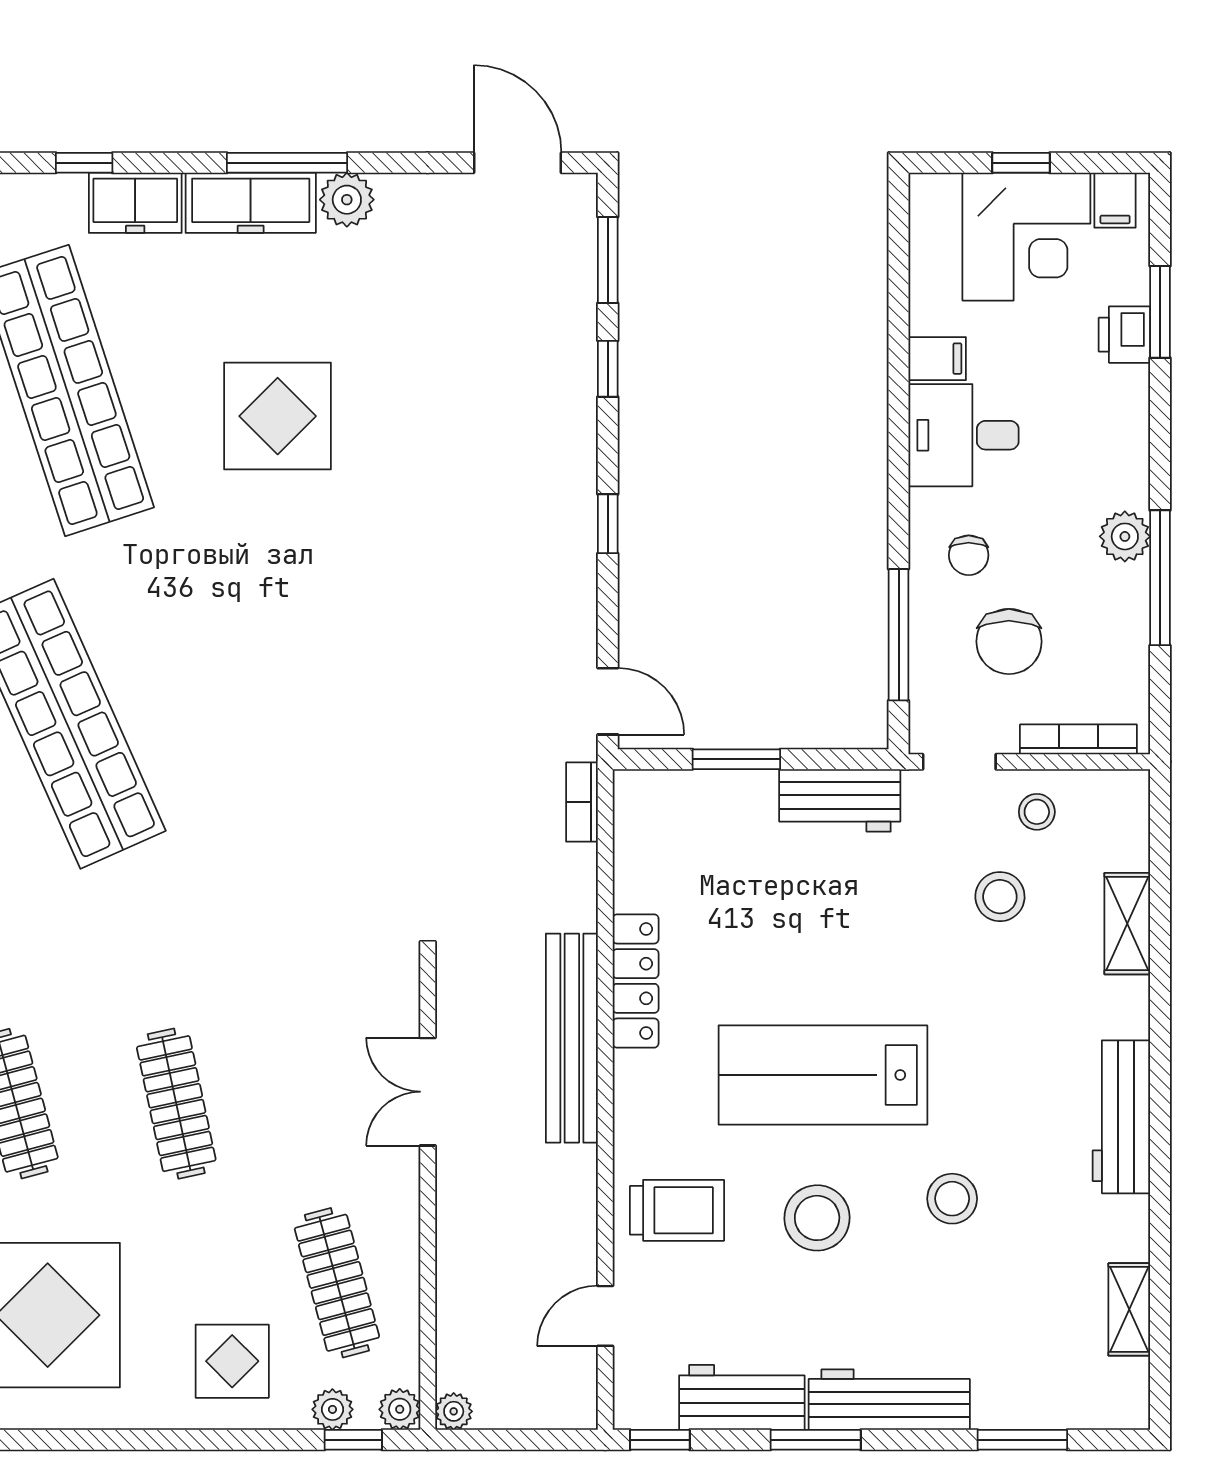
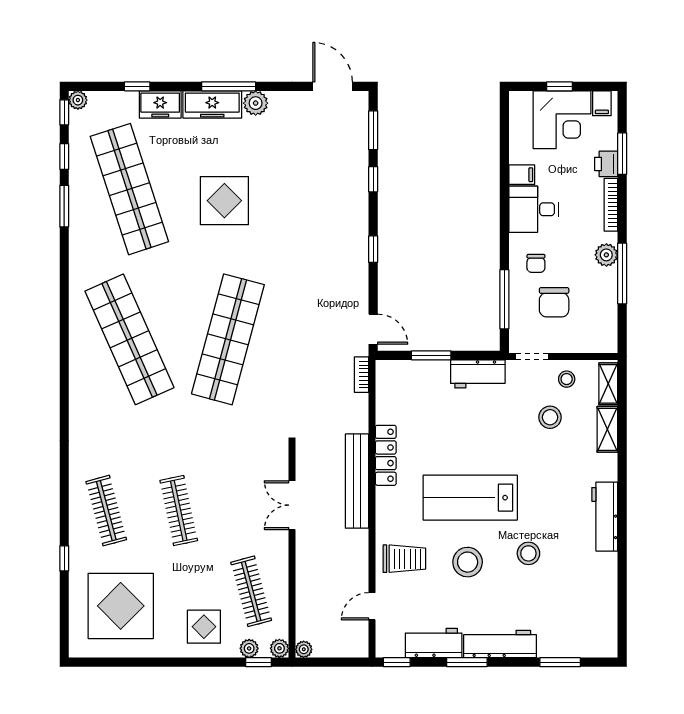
shop shelf: (286, 724) -> (228, 339), added
bookcase: (1078, 739) -> (611, 205), moved, turned -90
shelving: (1129, 1309) -> (608, 384), moved

